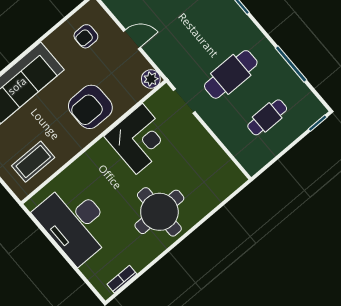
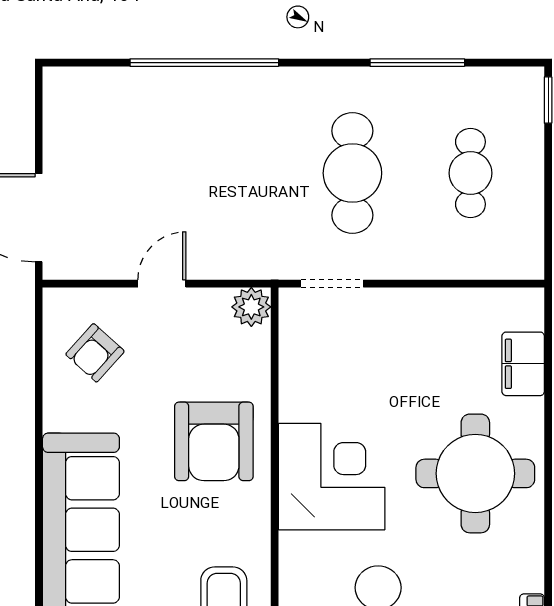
armchair: (86, 36) -> (95, 353), turned 42
corner desk: (139, 139) -> (332, 477), moved
filing cabinet: (214, 195) -> (523, 364), added

